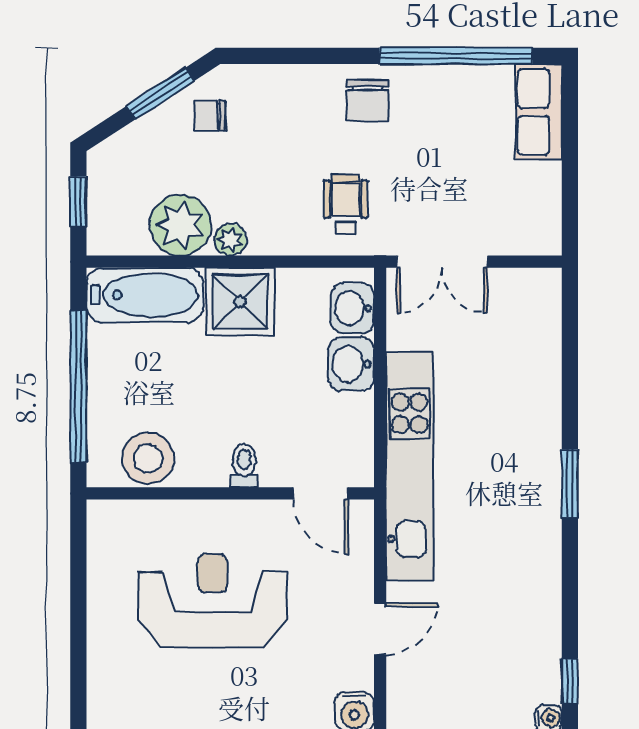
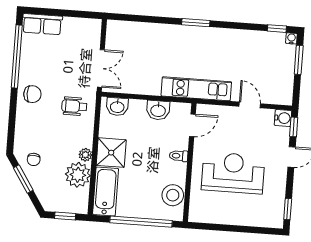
washbasin: (351, 364) -> (158, 110), moved
kitchen unit: (410, 466) -> (196, 89), width x0.73
reception desk: (212, 600) -> (233, 173), turned 90

